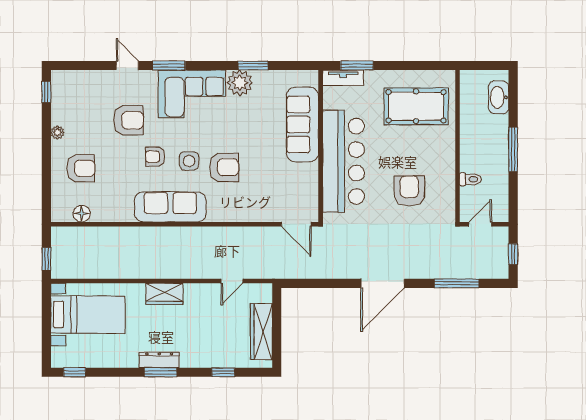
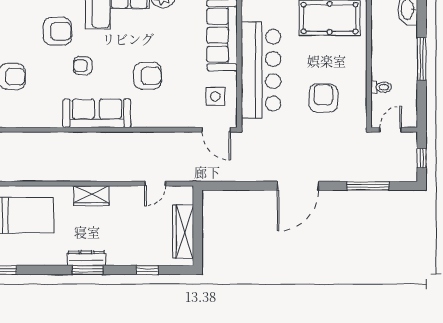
side table: (189, 161) -> (215, 96), moved
floor lamp: (82, 214) -> (13, 120), removed

